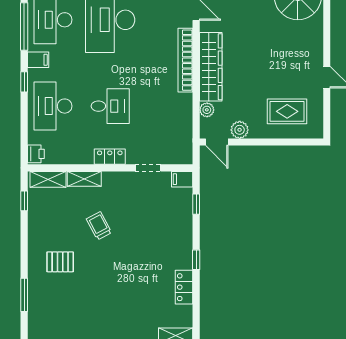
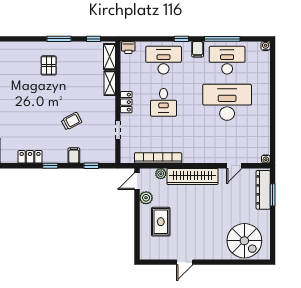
bookcase: (185, 60) -> (158, 158), moved
rug: (287, 111) -> (161, 222), moved
filing cabinet: (182, 179) -> (74, 155), moved
trolley: (99, 226) -> (72, 121), moved
window: (24, 295) -> (59, 39), moved

